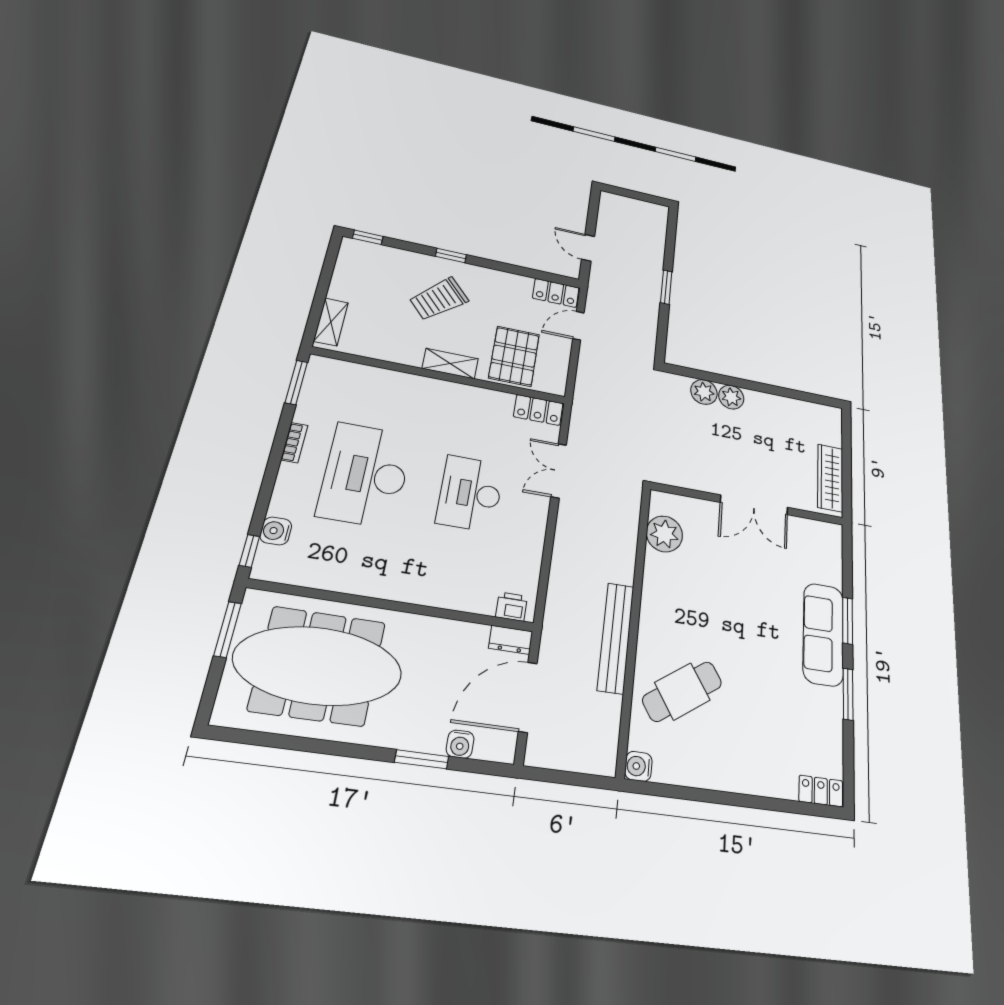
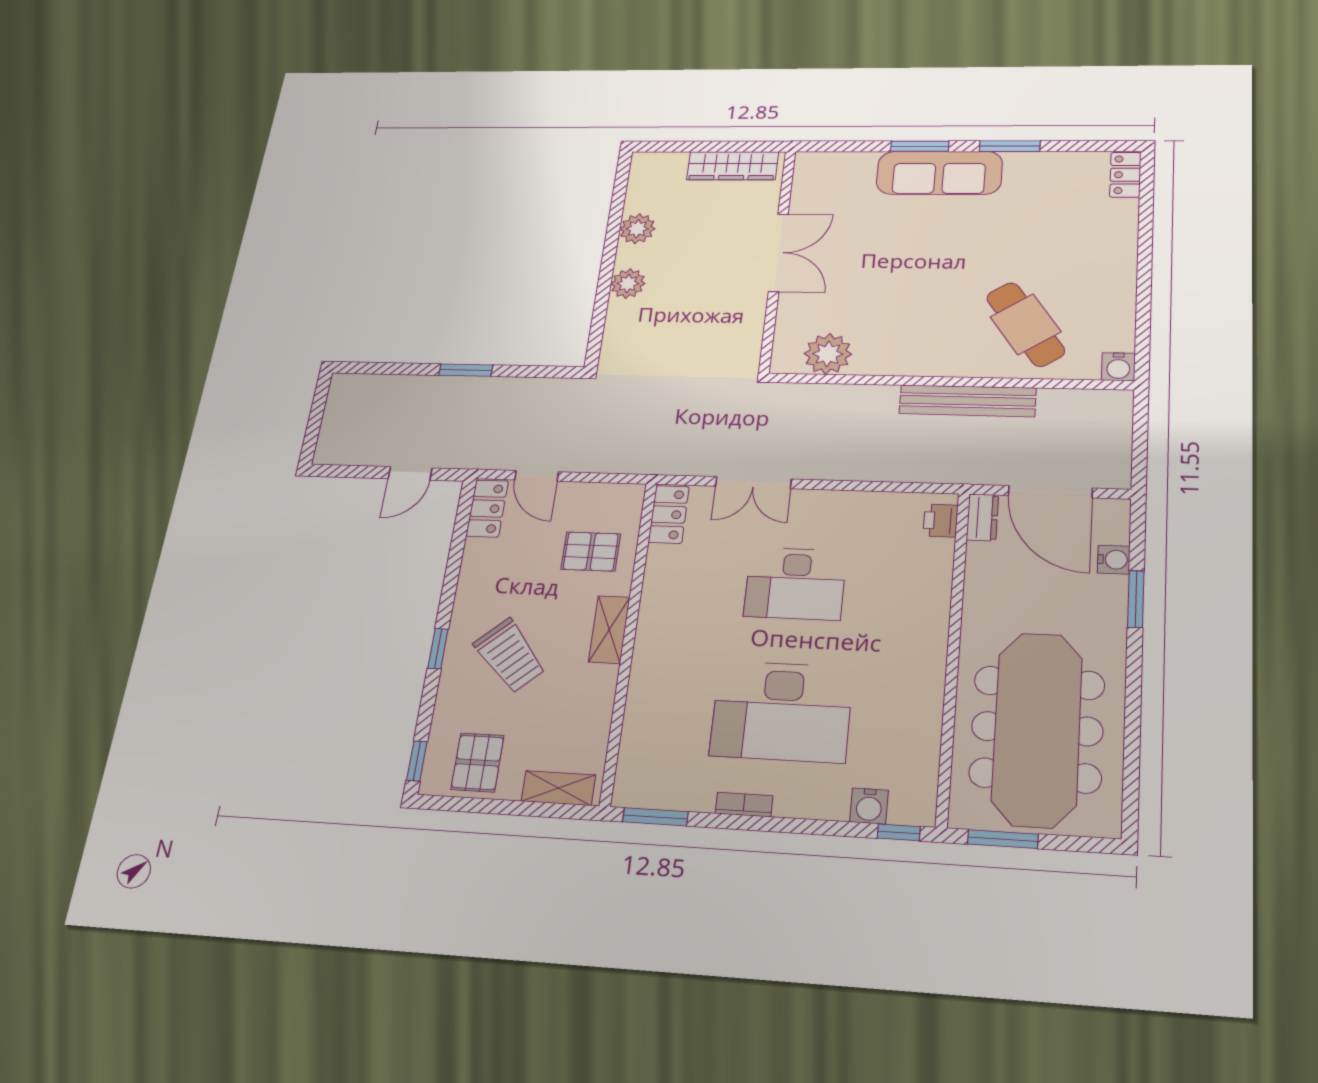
pallet: (360, 273) -> (478, 762), added
pallet: (514, 356) -> (591, 552), width x0.67, depth x0.71
plant: (704, 392) -> (637, 229), moved

